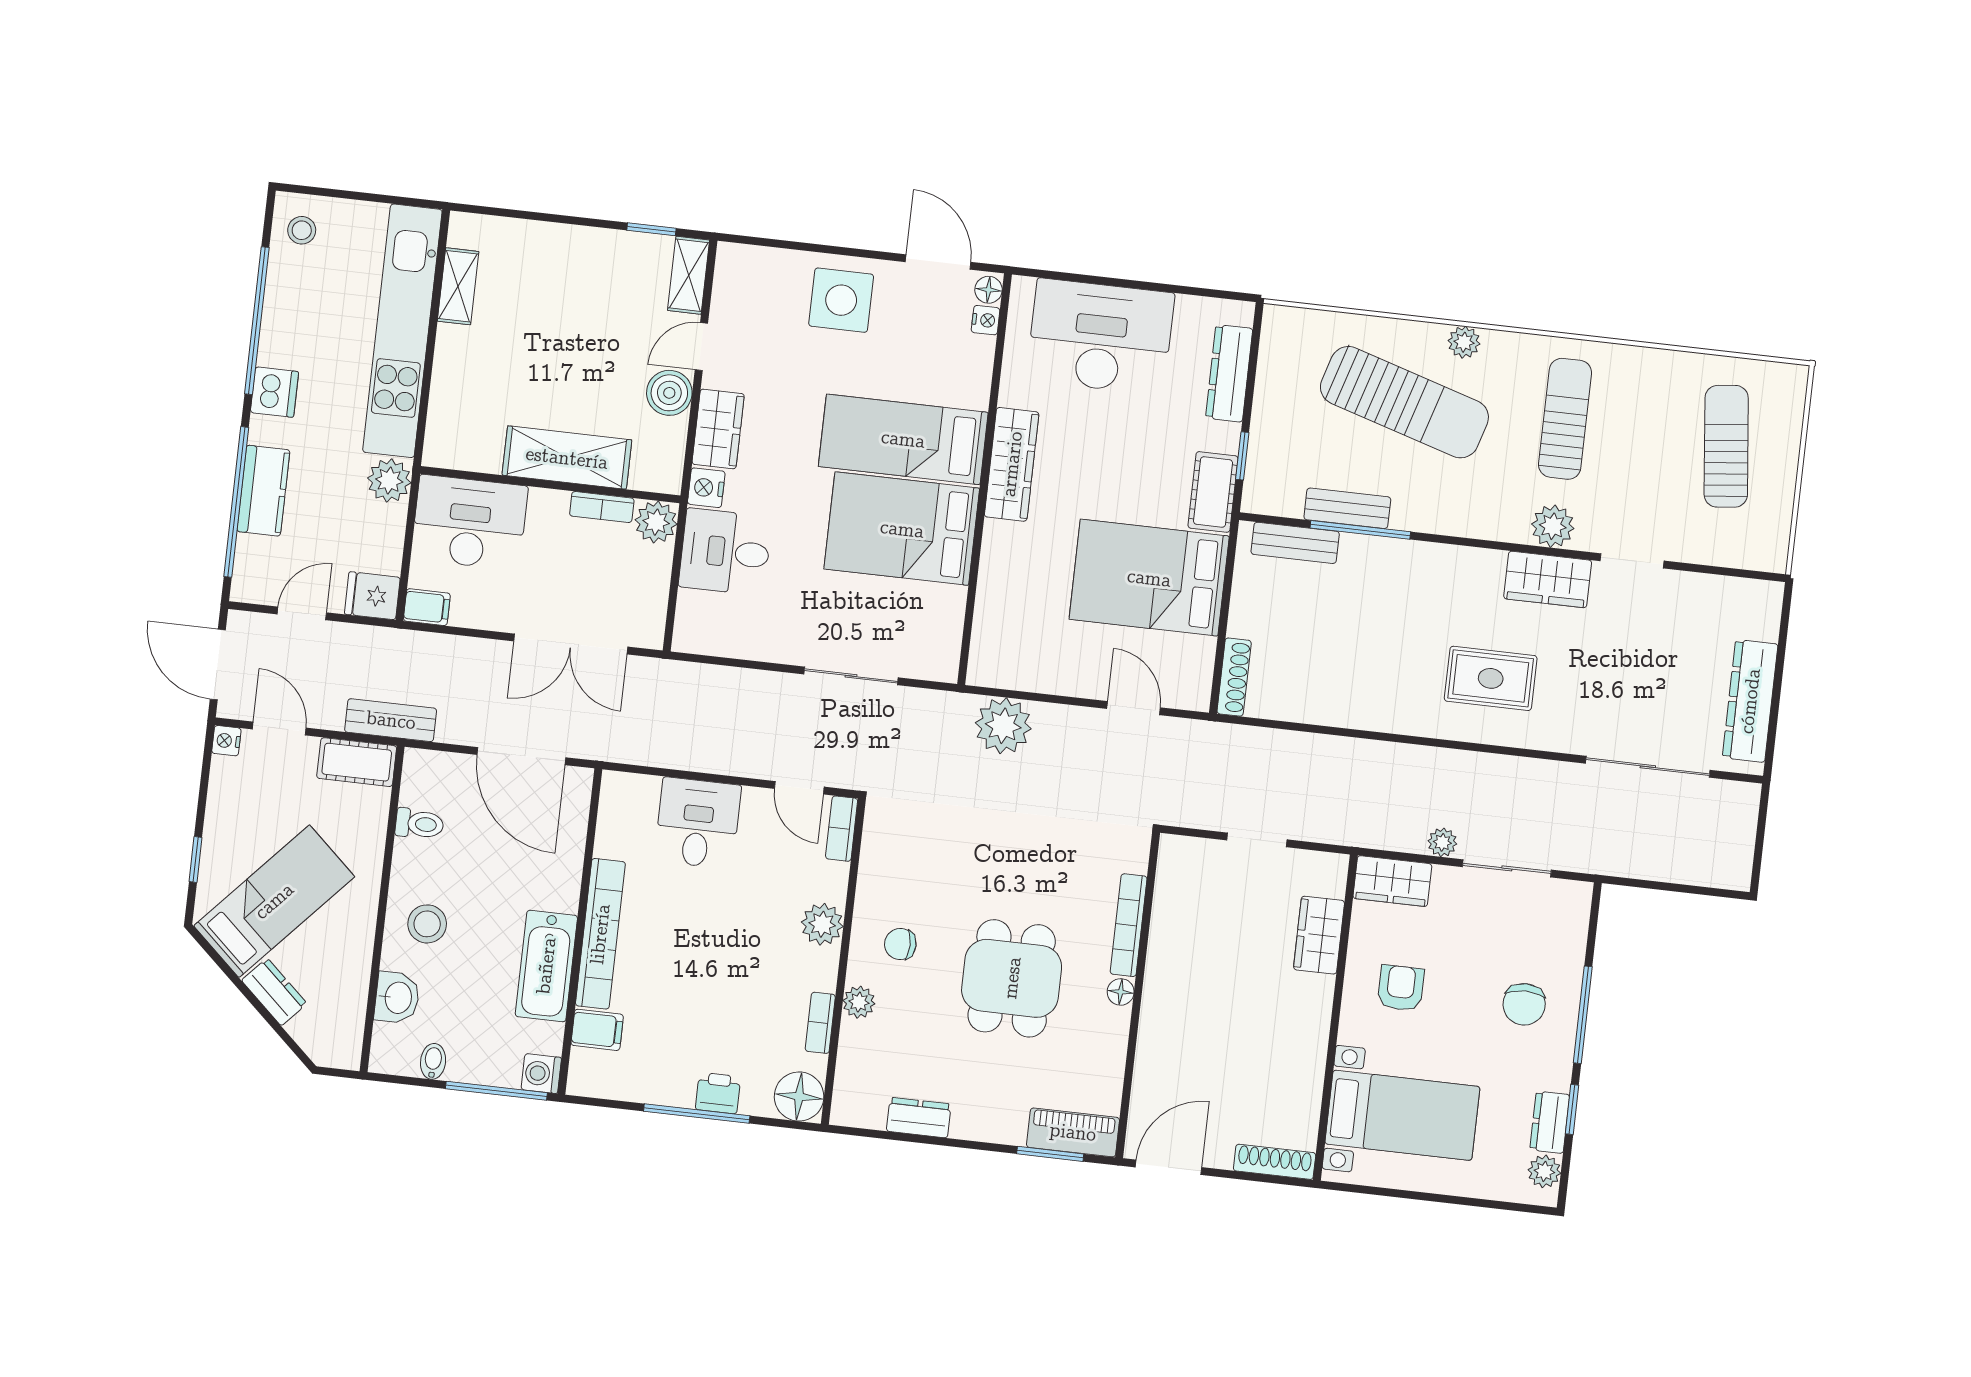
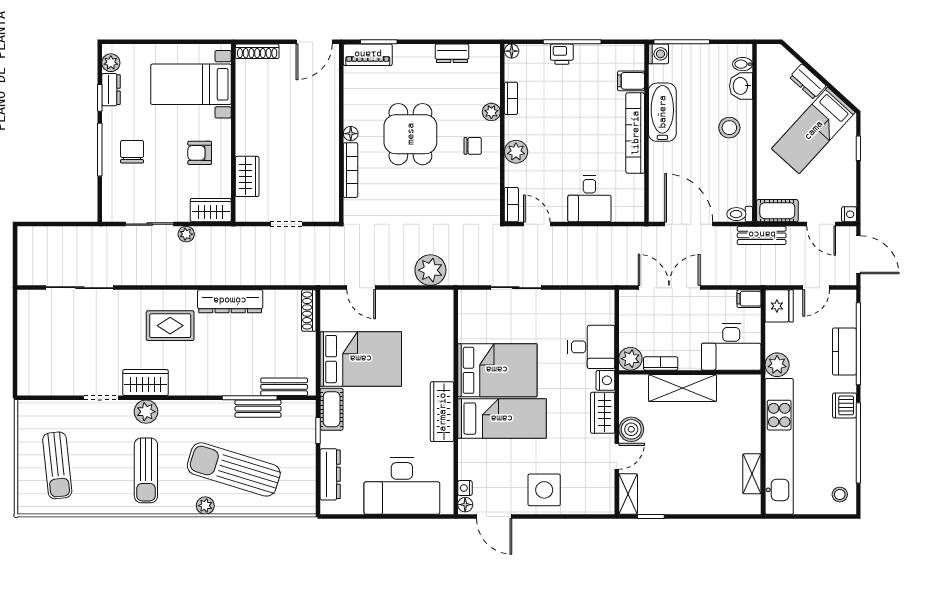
fridge: (372, 596) -> (779, 306), width x1.38
dresser: (1750, 701) -> (230, 301), moved, turned 90
toilet: (419, 824) -> (740, 214), moved
armchair: (1401, 988) -> (200, 153), turned 90
bidet: (433, 1061) -> (743, 64), moved, turned 90
floor lamp: (799, 1096) -> (512, 51), width x0.53, depth x0.53

